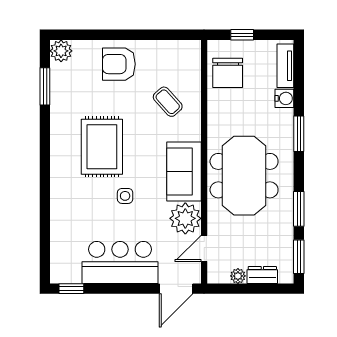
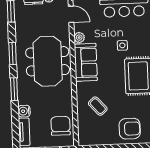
window: (299, 209) -> (13, 53), moved
plant: (185, 218) -> (79, 38), width x0.53, depth x0.53
door: (204, 248) -> (71, 14), hinge flipped

